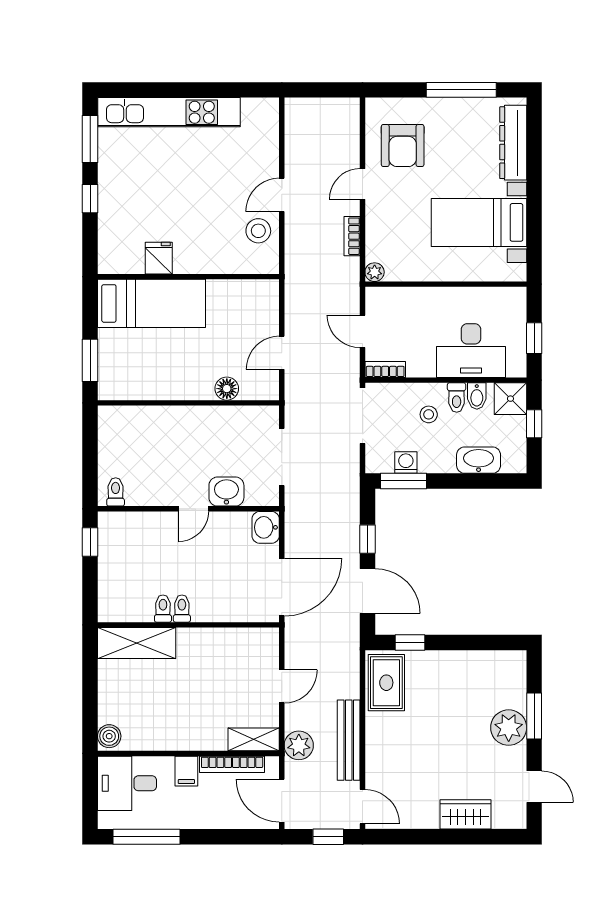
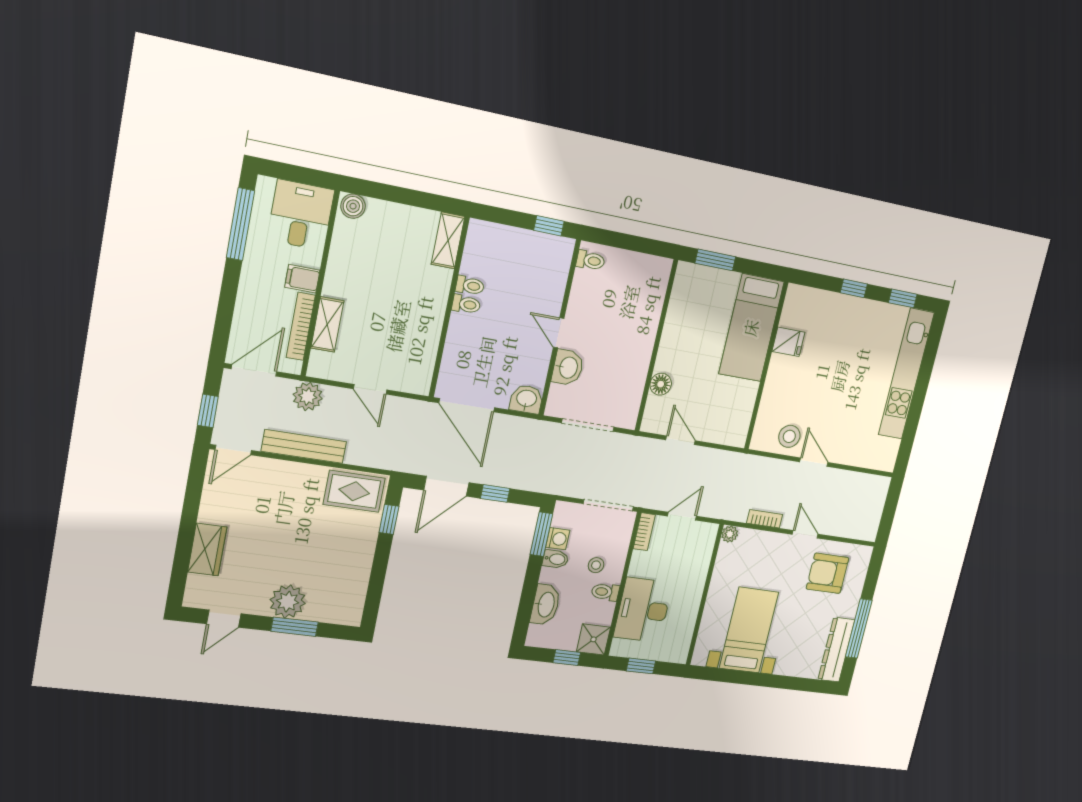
window: (90, 139) -> (903, 298), width x0.67
dresser: (513, 143) -> (836, 650), moved, turned -90
bidet: (477, 396) -> (556, 559), moved, turned 180
shelving: (137, 643) -> (448, 240), width x0.67, depth x0.75
shelving: (254, 739) -> (327, 324), moved

